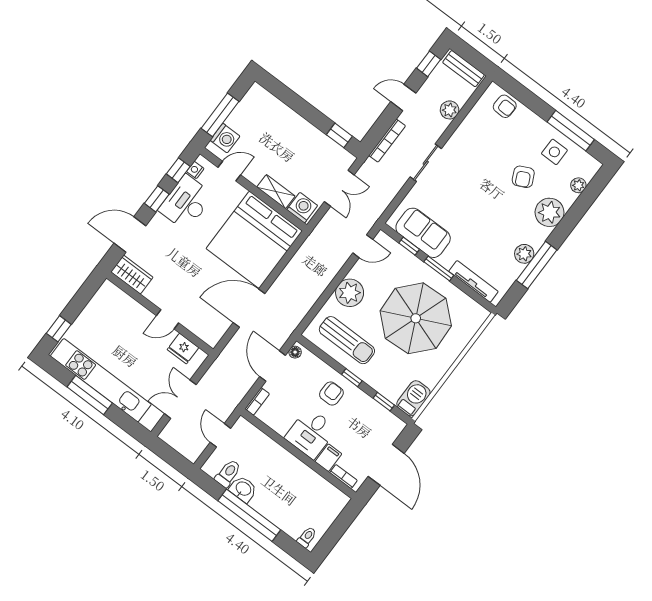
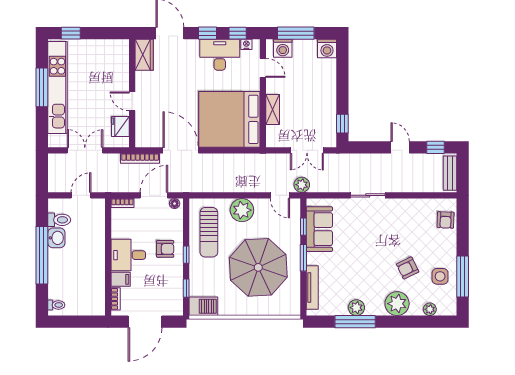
plant: (450, 110) -> (302, 185), moved
bookcase: (387, 141) -> (140, 158), moved
washing machine: (302, 208) -> (327, 49), moved, turned 90

